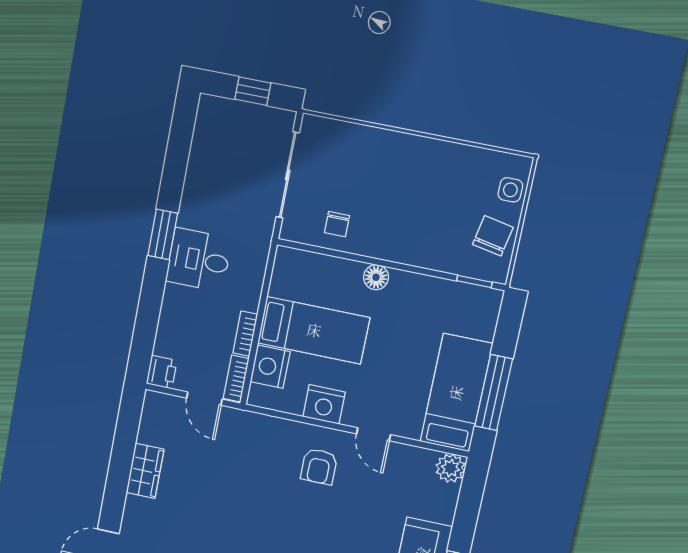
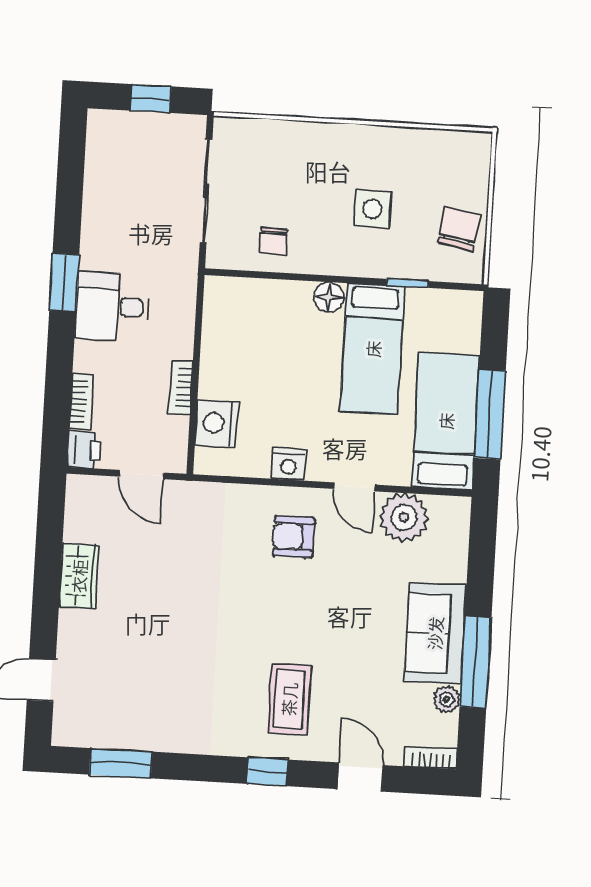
side table: (510, 190) -> (372, 209), moved, width x1.37, depth x1.37
window: (474, 281) -> (408, 283), moved
bed: (314, 330) -> (373, 349), moved, turned 90
bookcase: (236, 379) -> (82, 401), moved, turned 180
nightstand: (324, 404) -> (288, 464), width x0.74, depth x0.75
armchair: (319, 466) -> (294, 537), turned 90
plant: (450, 468) -> (404, 518), moved, width x1.36, depth x1.36

